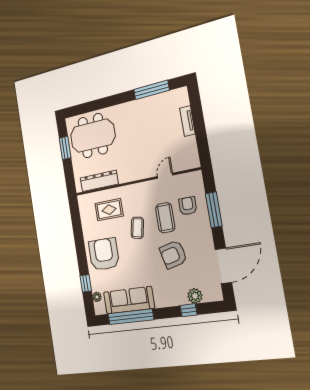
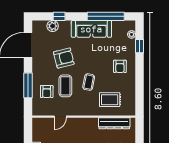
armchair: (104, 254) -> (120, 66), width x0.53, depth x0.53
sofa: (129, 300) -> (91, 29), moved

